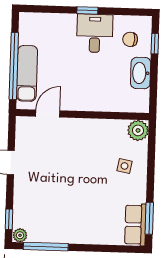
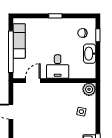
desk: (95, 33) -> (58, 67), moved, turned 180
exam couch: (27, 73) -> (19, 41), moved

